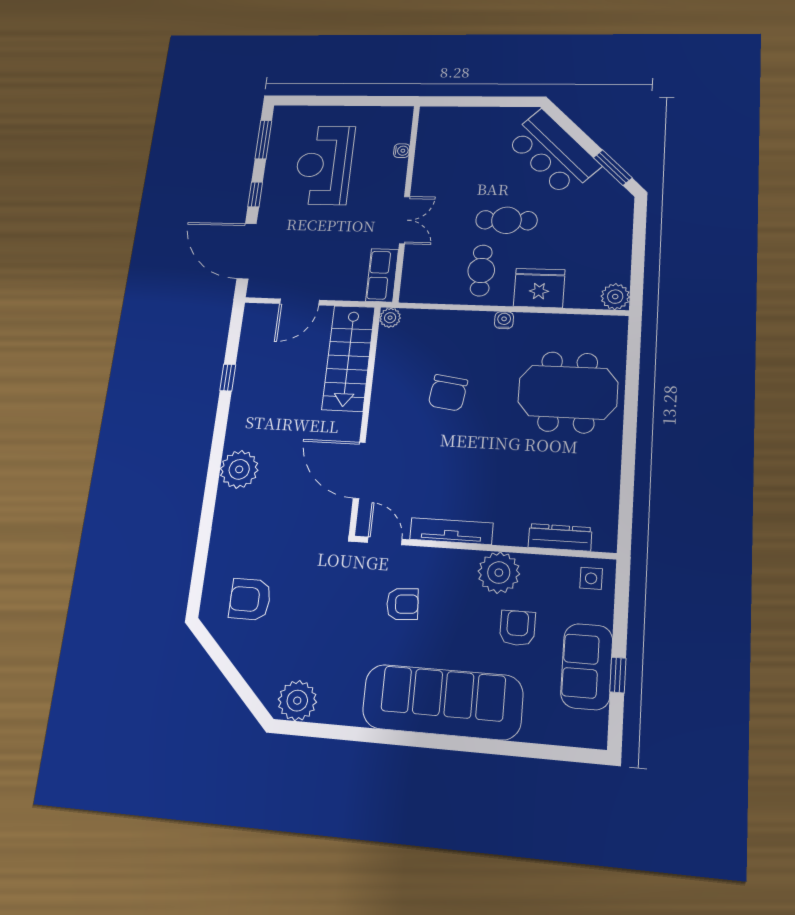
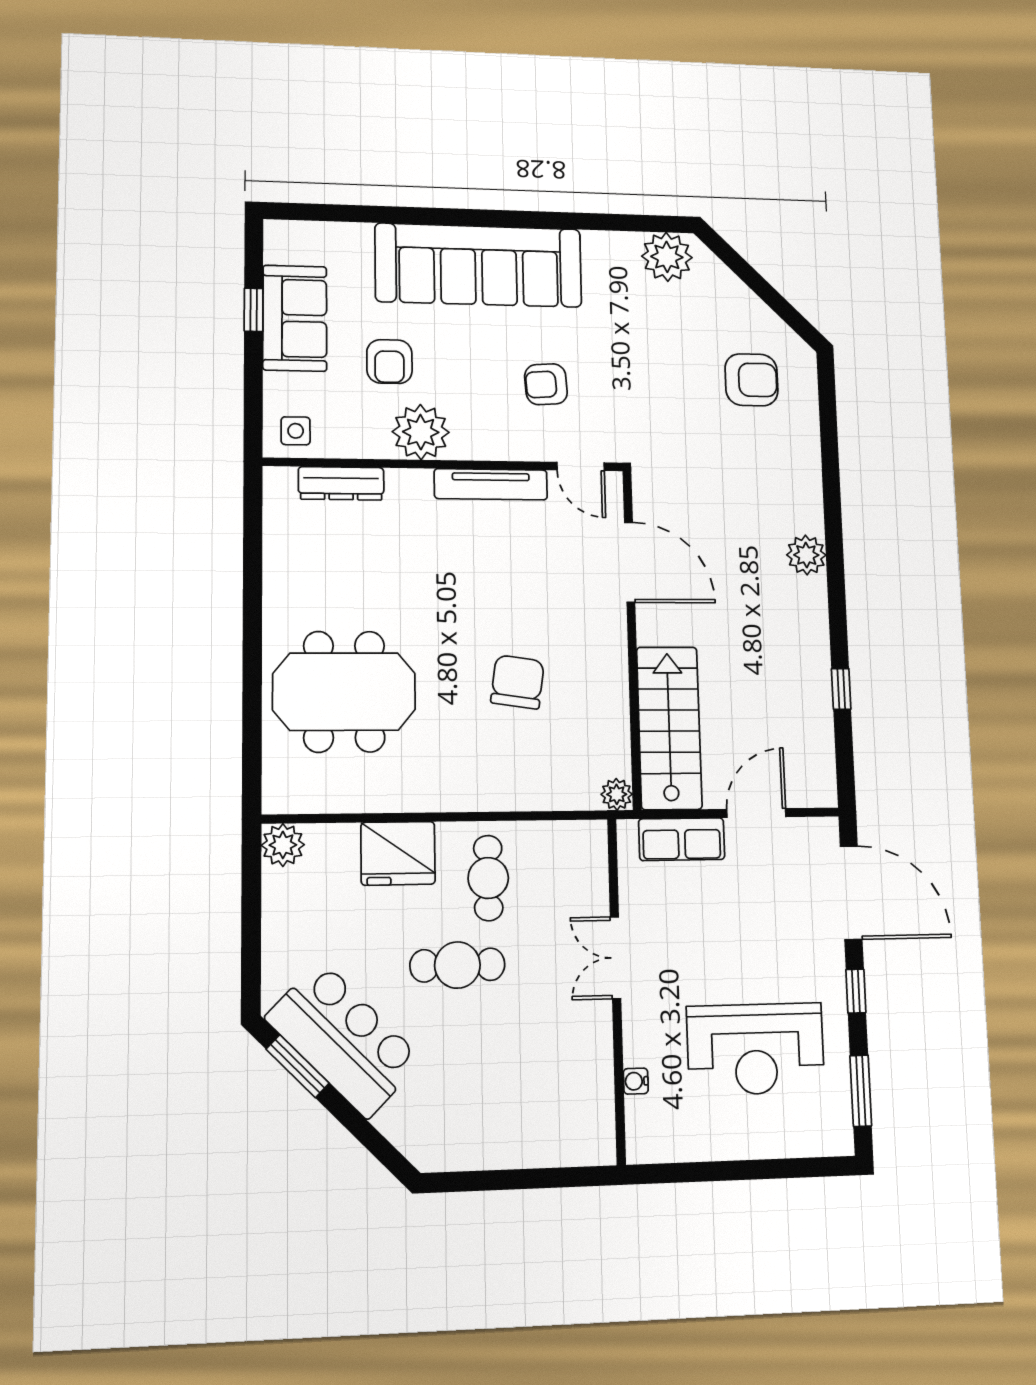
bar counter: (553, 153) -> (344, 1039), moved
reception desk: (324, 165) -> (756, 1049), turned 90
row of seats: (382, 275) -> (682, 839), moved, turned 90
water cooler: (504, 320) -> (446, 799), removed
plant: (239, 469) -> (806, 555), width x0.73, depth x0.73

